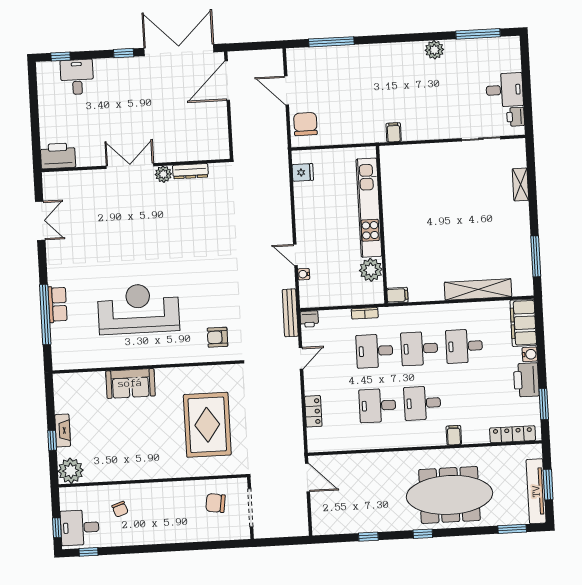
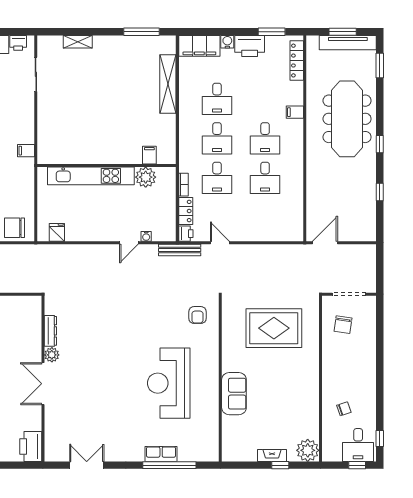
filing cabinet: (397, 295) -> (149, 155), moved
locker: (313, 411) -> (186, 211), moved, turned 90

